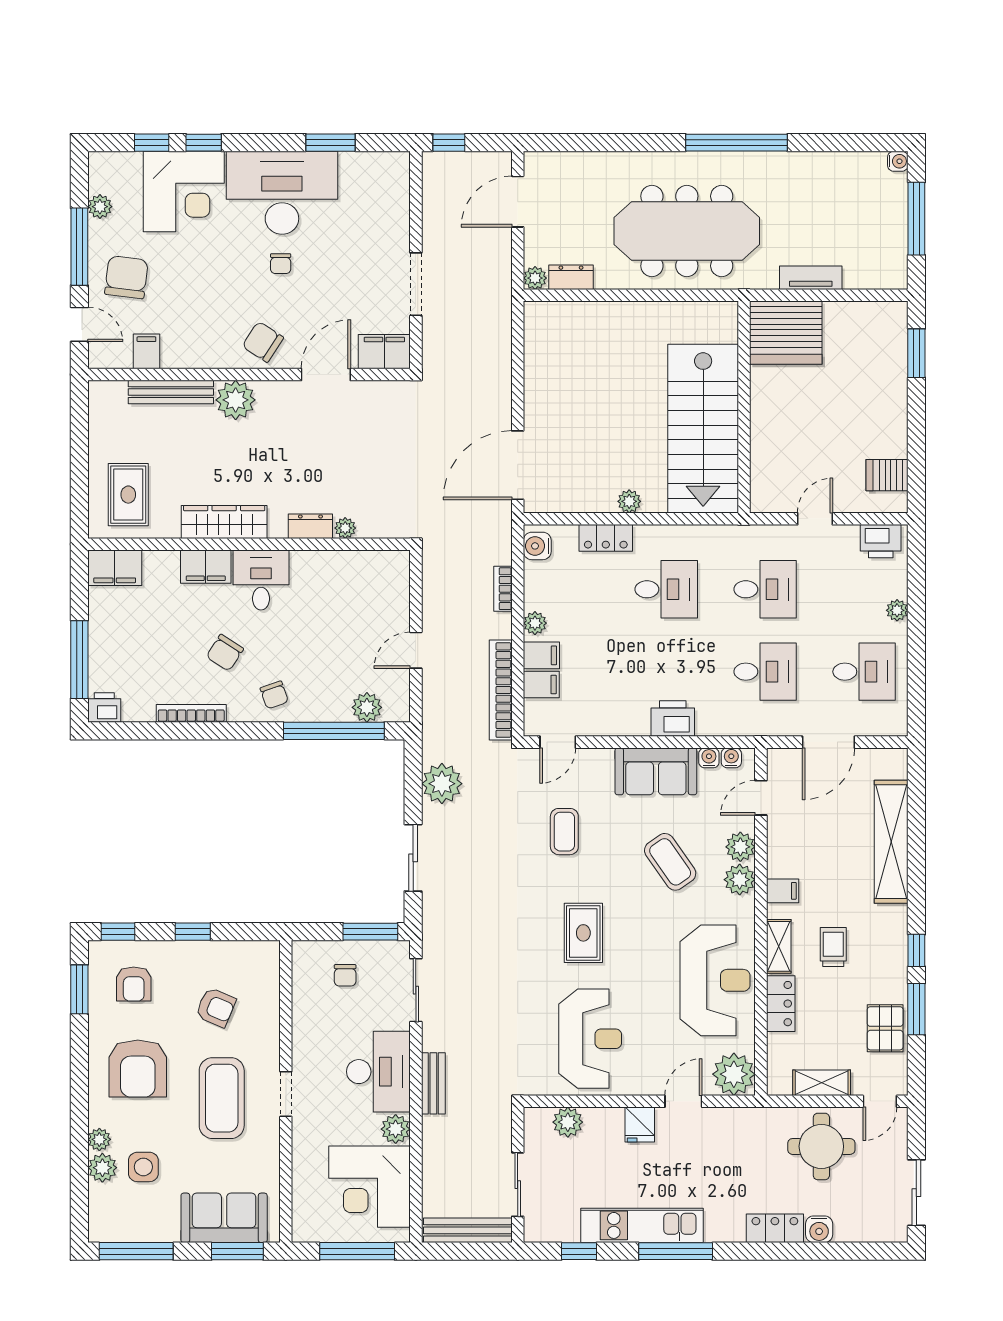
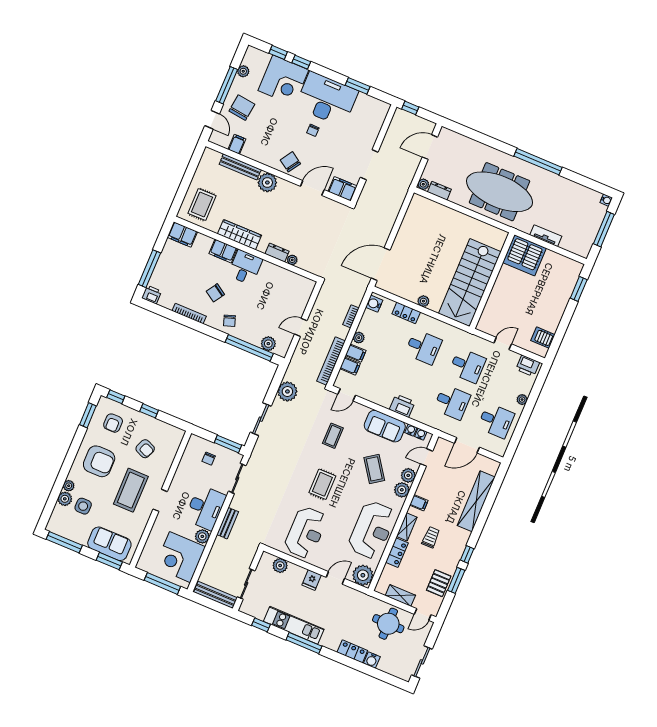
armchair: (138, 1069) -> (99, 461), turned -90

